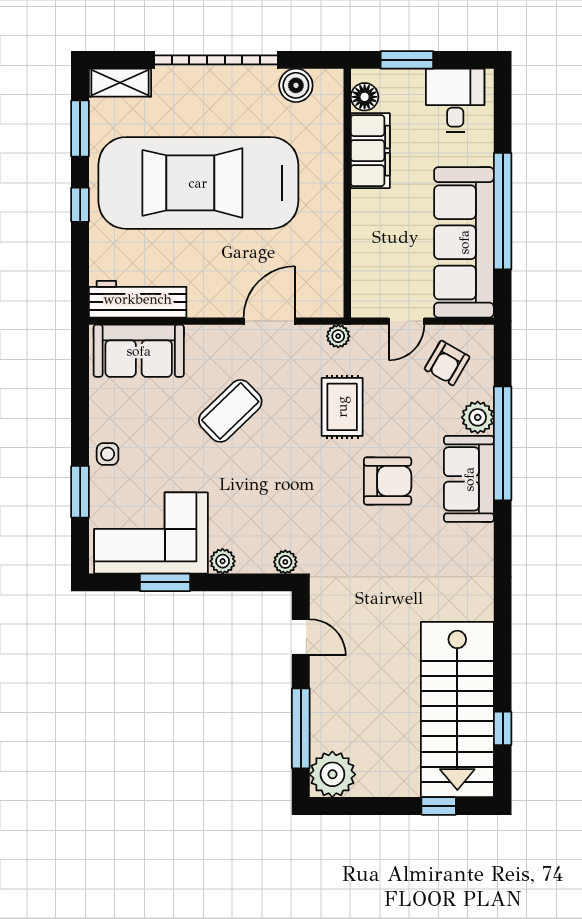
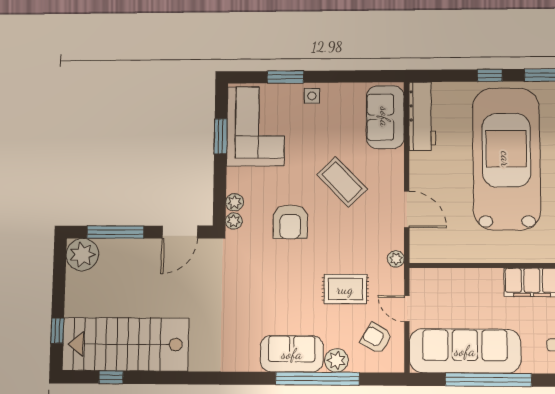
rug: (342, 407) -> (345, 289), moved
armchair: (388, 481) -> (290, 222), moved
plant: (223, 561) -> (235, 202), moved
door: (301, 637) -> (180, 232), width x1.38

